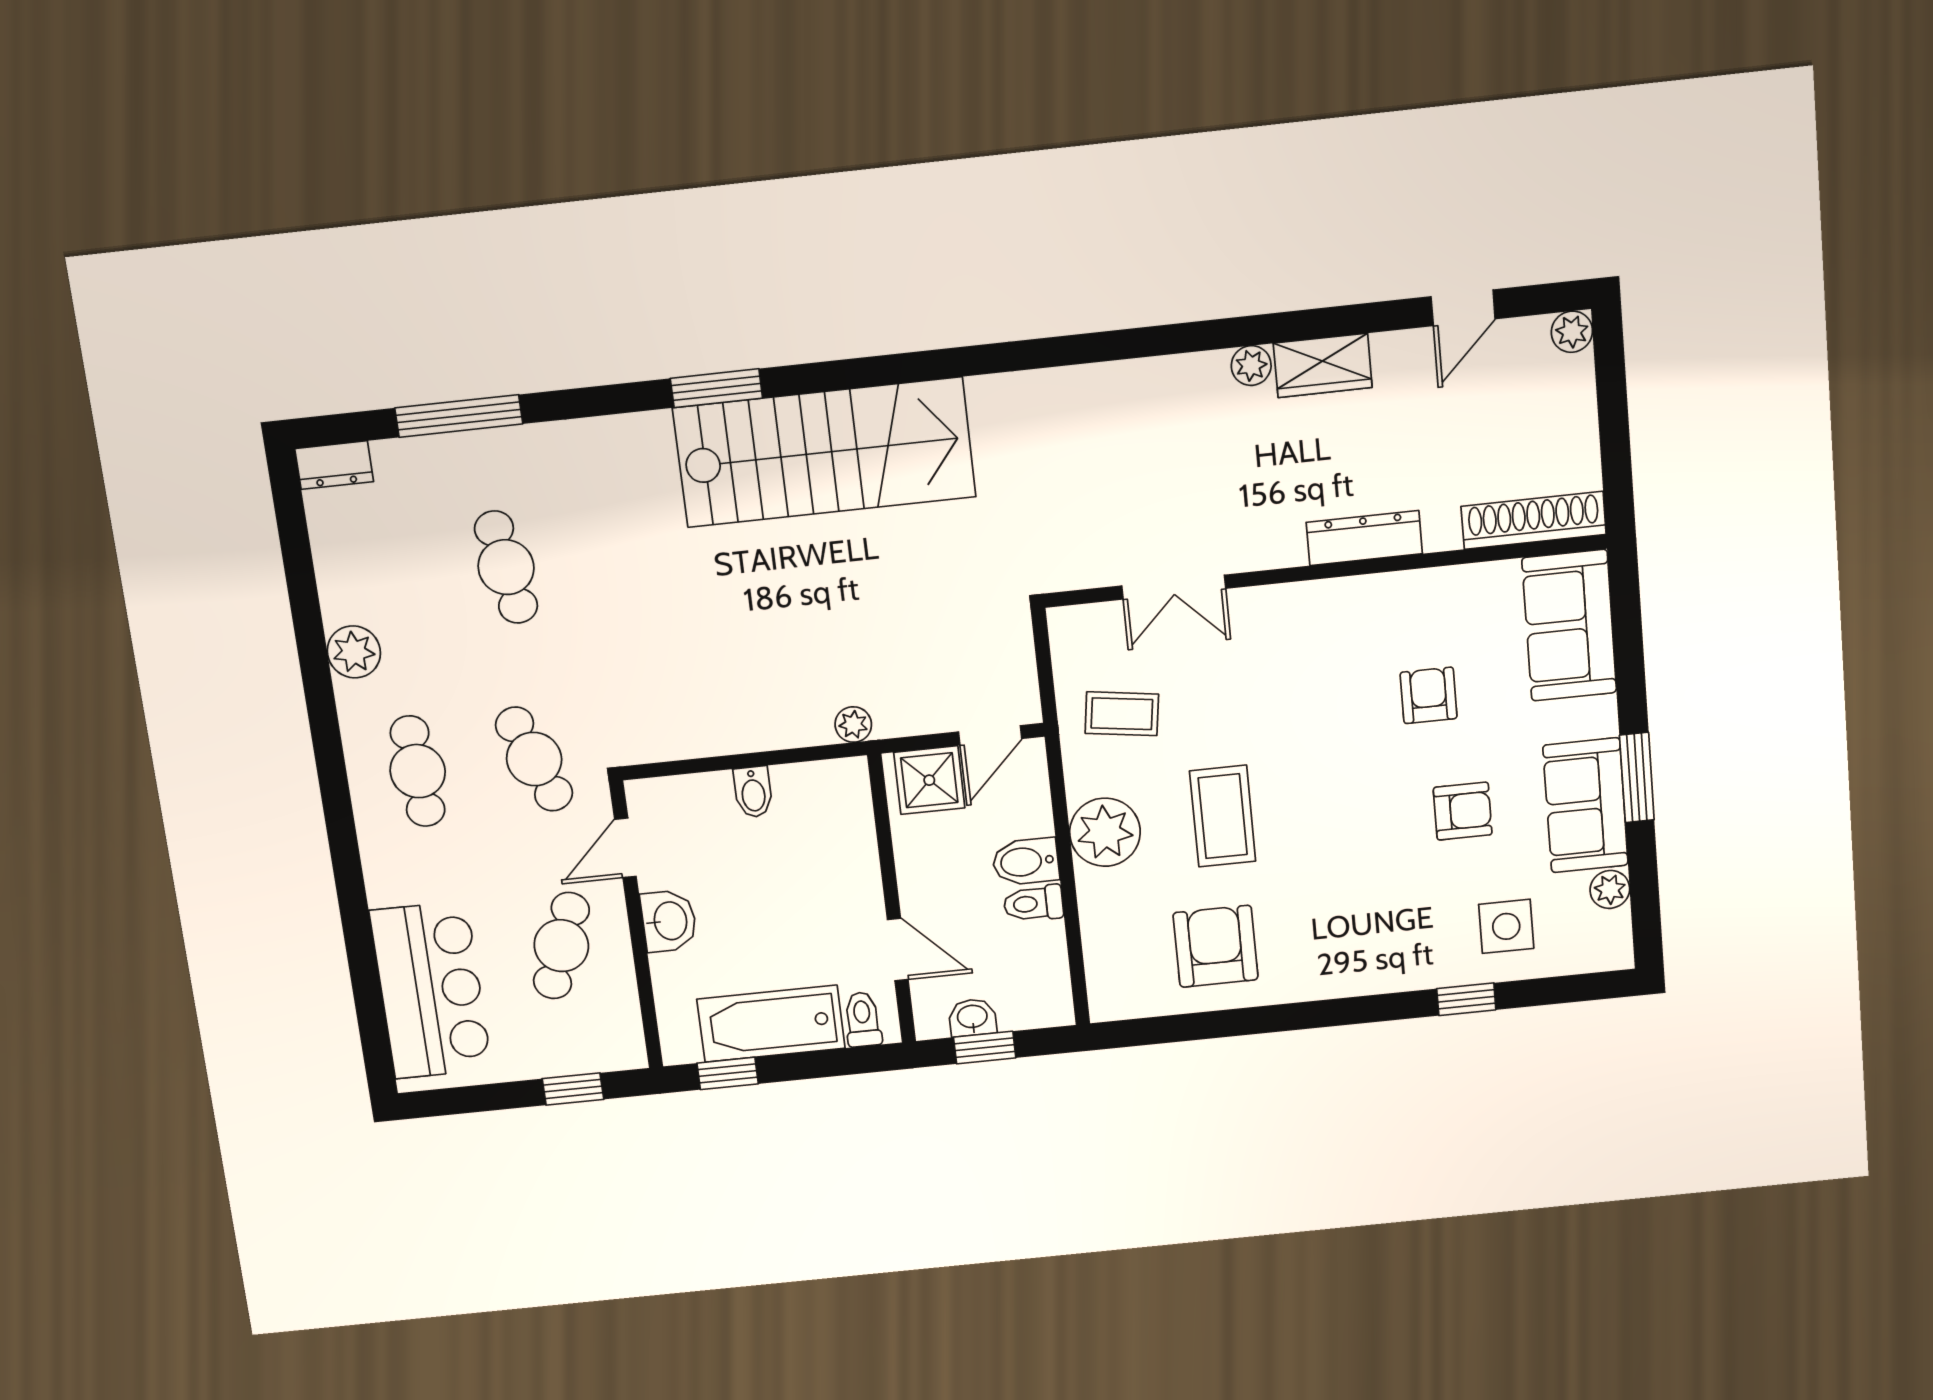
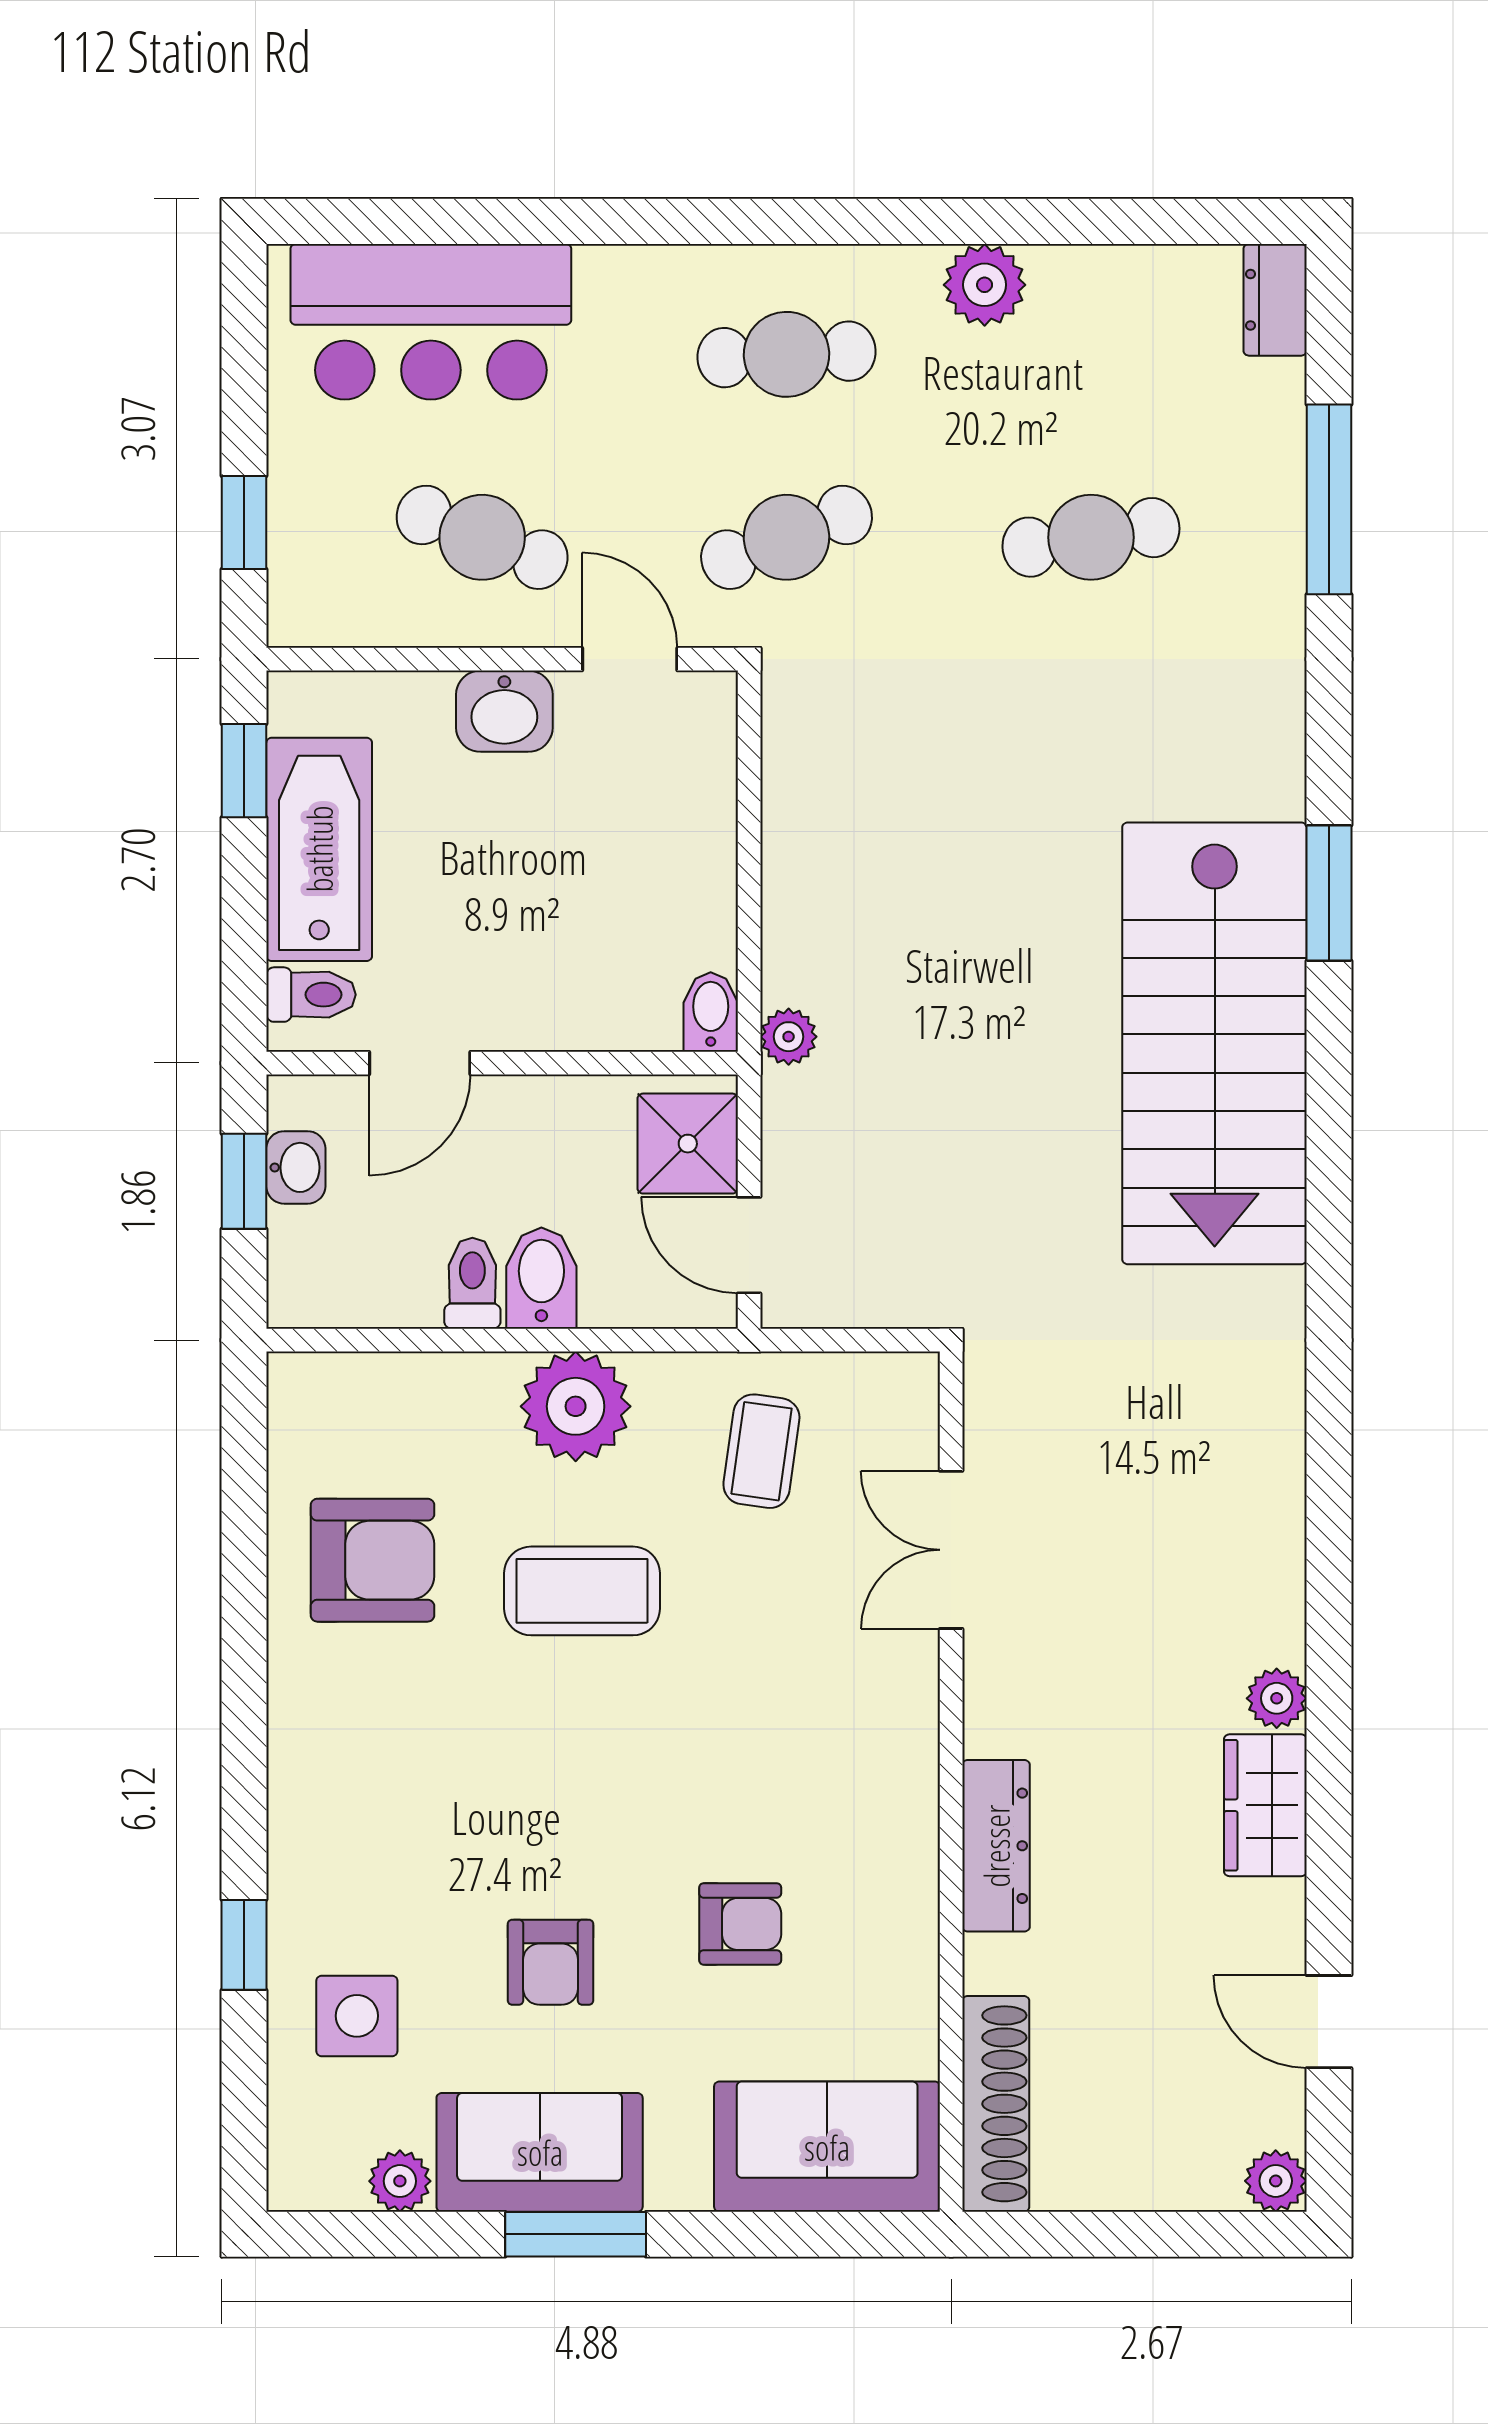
bidet: (753, 792) -> (711, 1012), moved, turned 90

